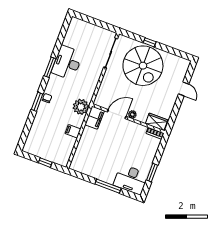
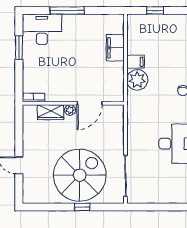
spiral stairs: (143, 66) -> (80, 175), turned 90
plant: (81, 107) -> (137, 80), moved
filing cabinet: (95, 118) -> (115, 48), moved
wardrobe: (157, 122) -> (51, 112), moved

